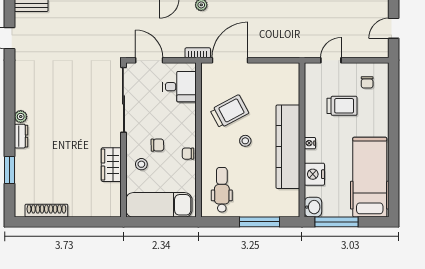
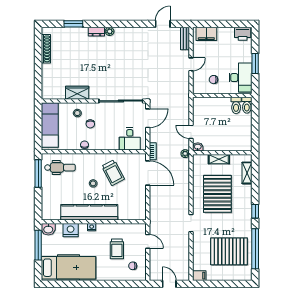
window: (260, 222) -> (38, 174), moved

